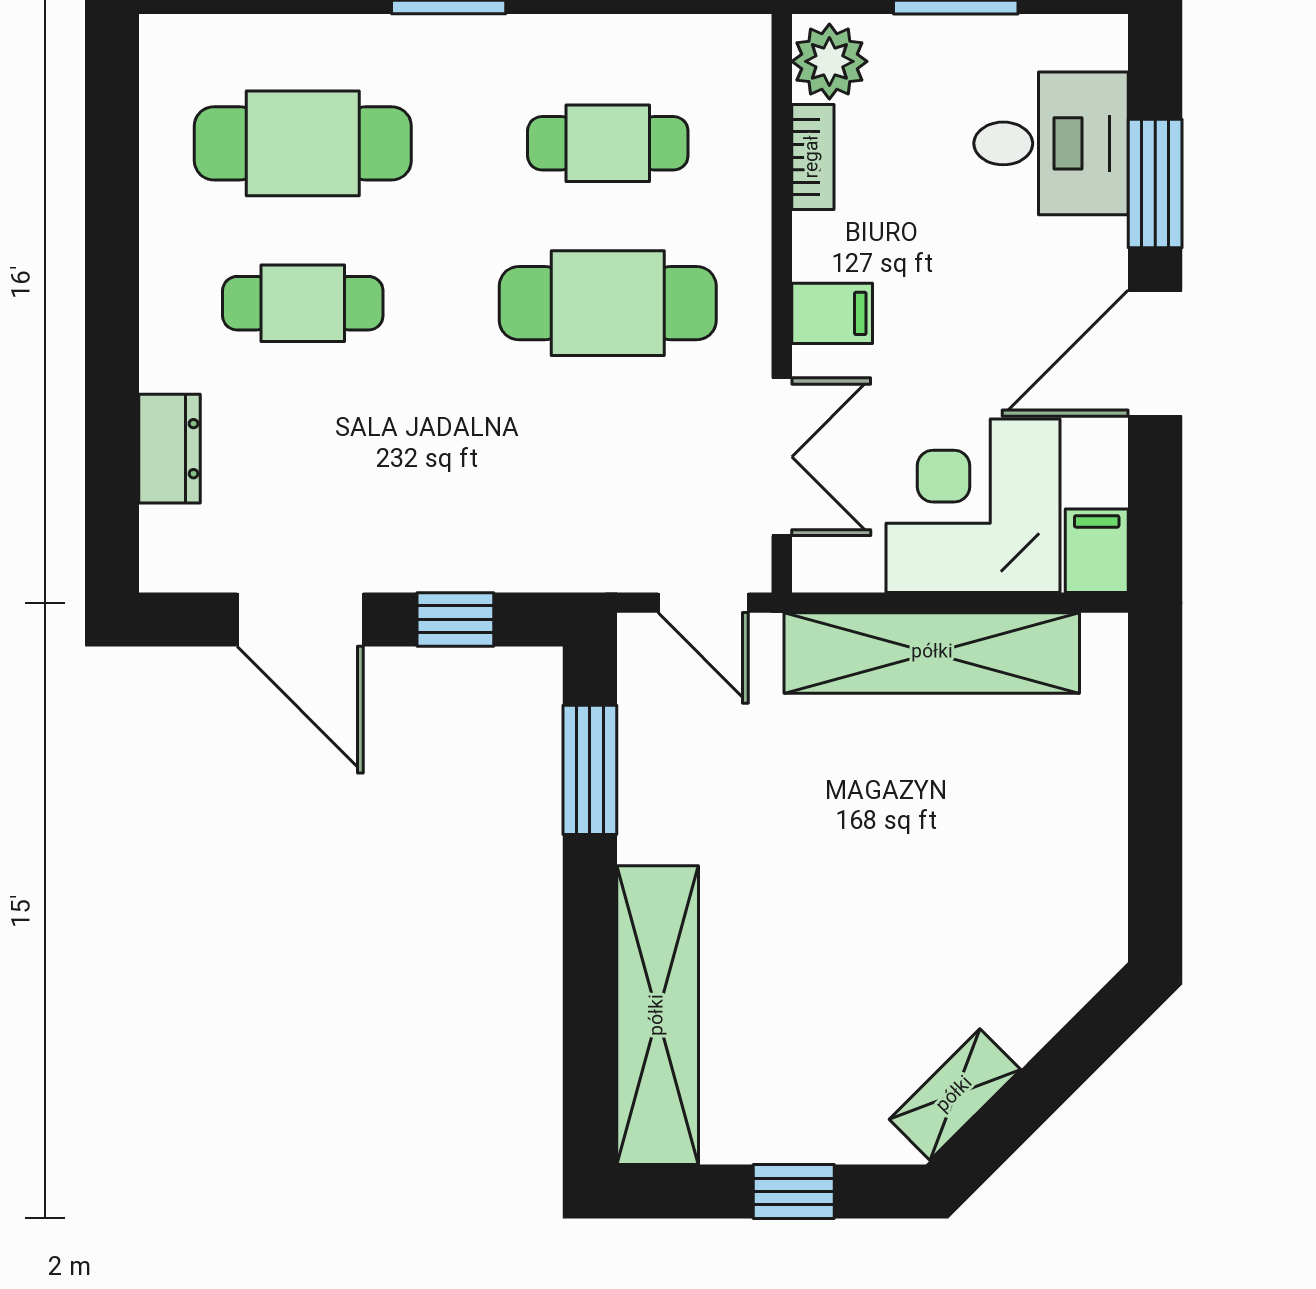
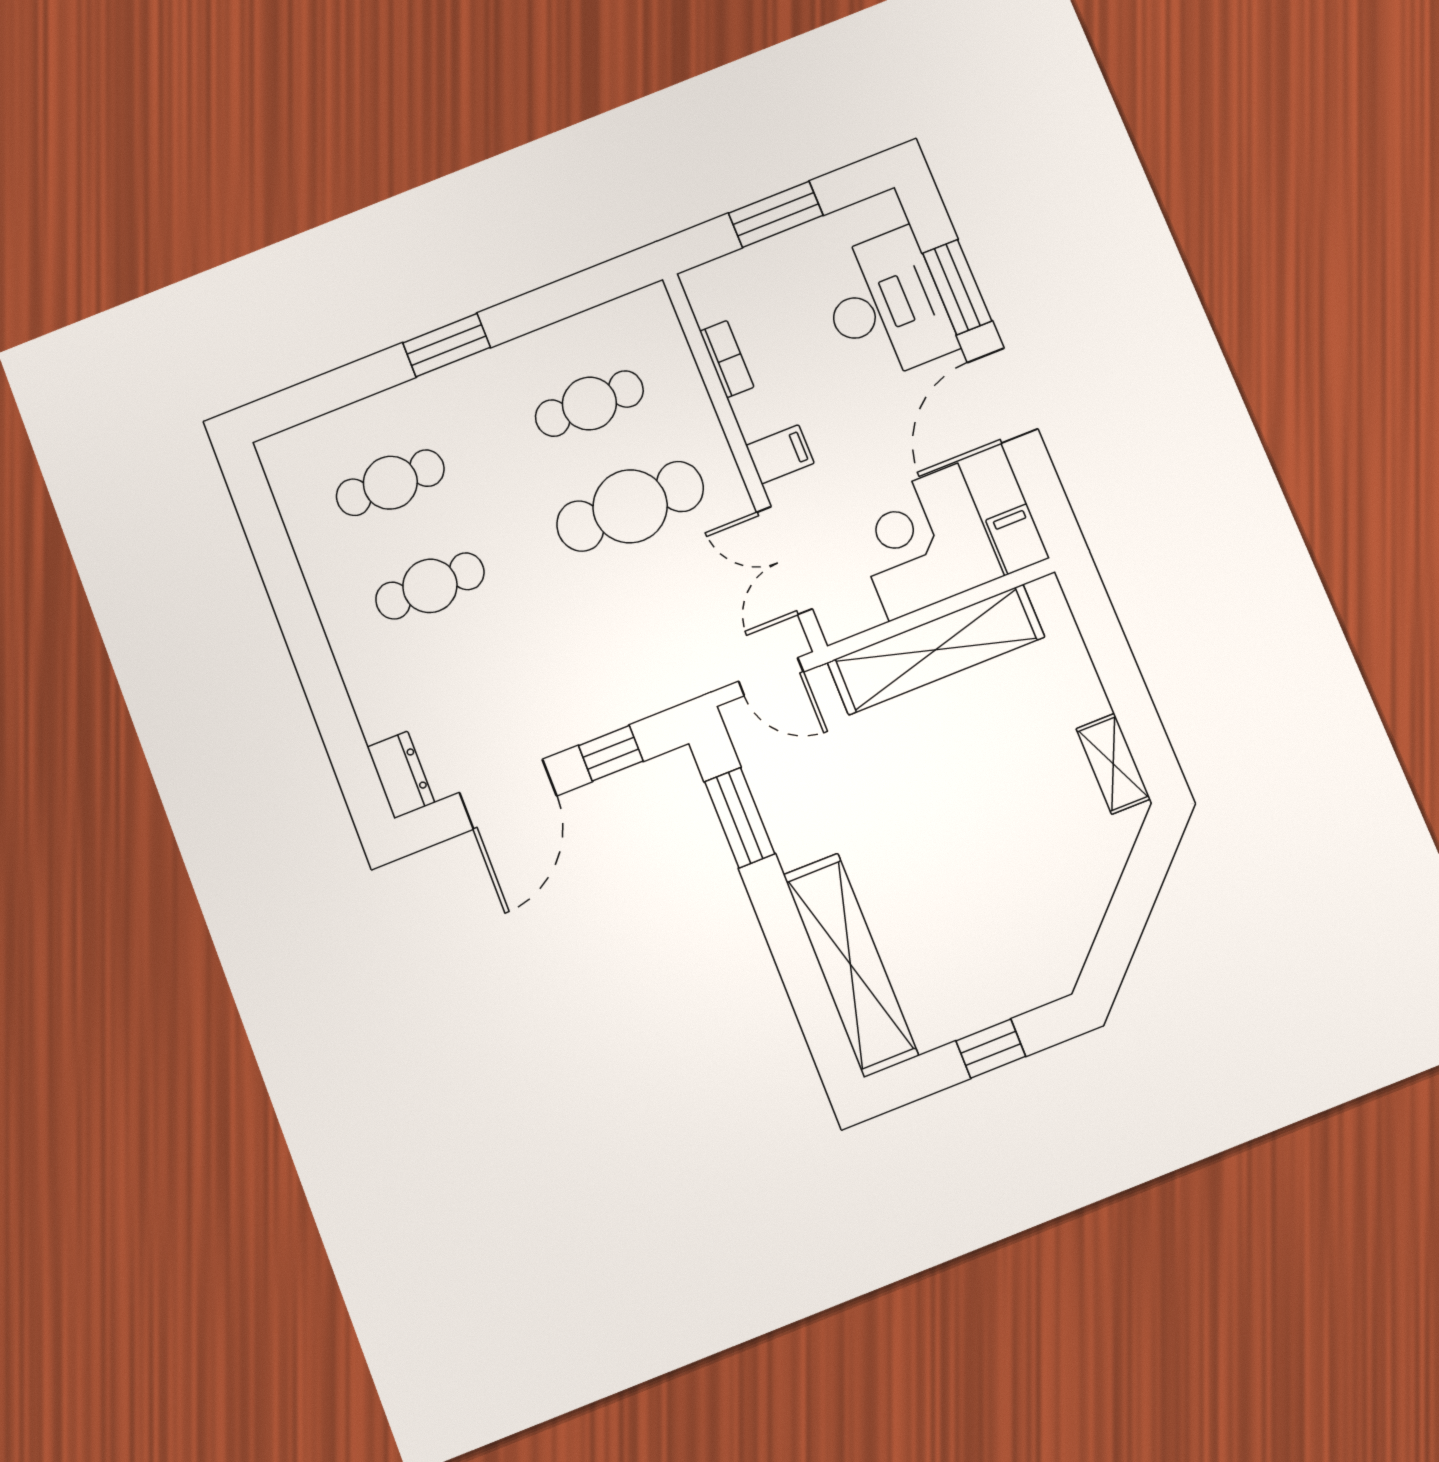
plant: (829, 61) -> (713, 294), removed
cafe table: (303, 143) -> (390, 483), width x0.73, depth x0.74
desk: (1051, 143) -> (886, 306), width x1.37
dresser: (170, 449) -> (401, 775), moved
double door: (782, 457) -> (784, 561), swing flipped
door: (300, 619) -> (508, 794), hinge flipped
shelving: (955, 1095) -> (1113, 764), moved, turned -45

